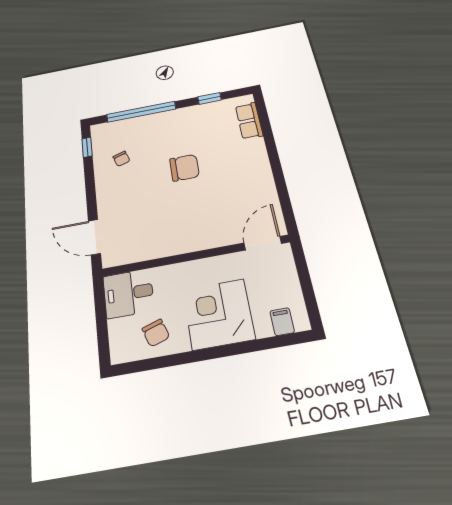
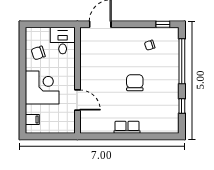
row of seats: (249, 121) -> (127, 127), moved
chair: (184, 168) -> (135, 83), turned 180
door: (263, 243) -> (77, 100), moved

